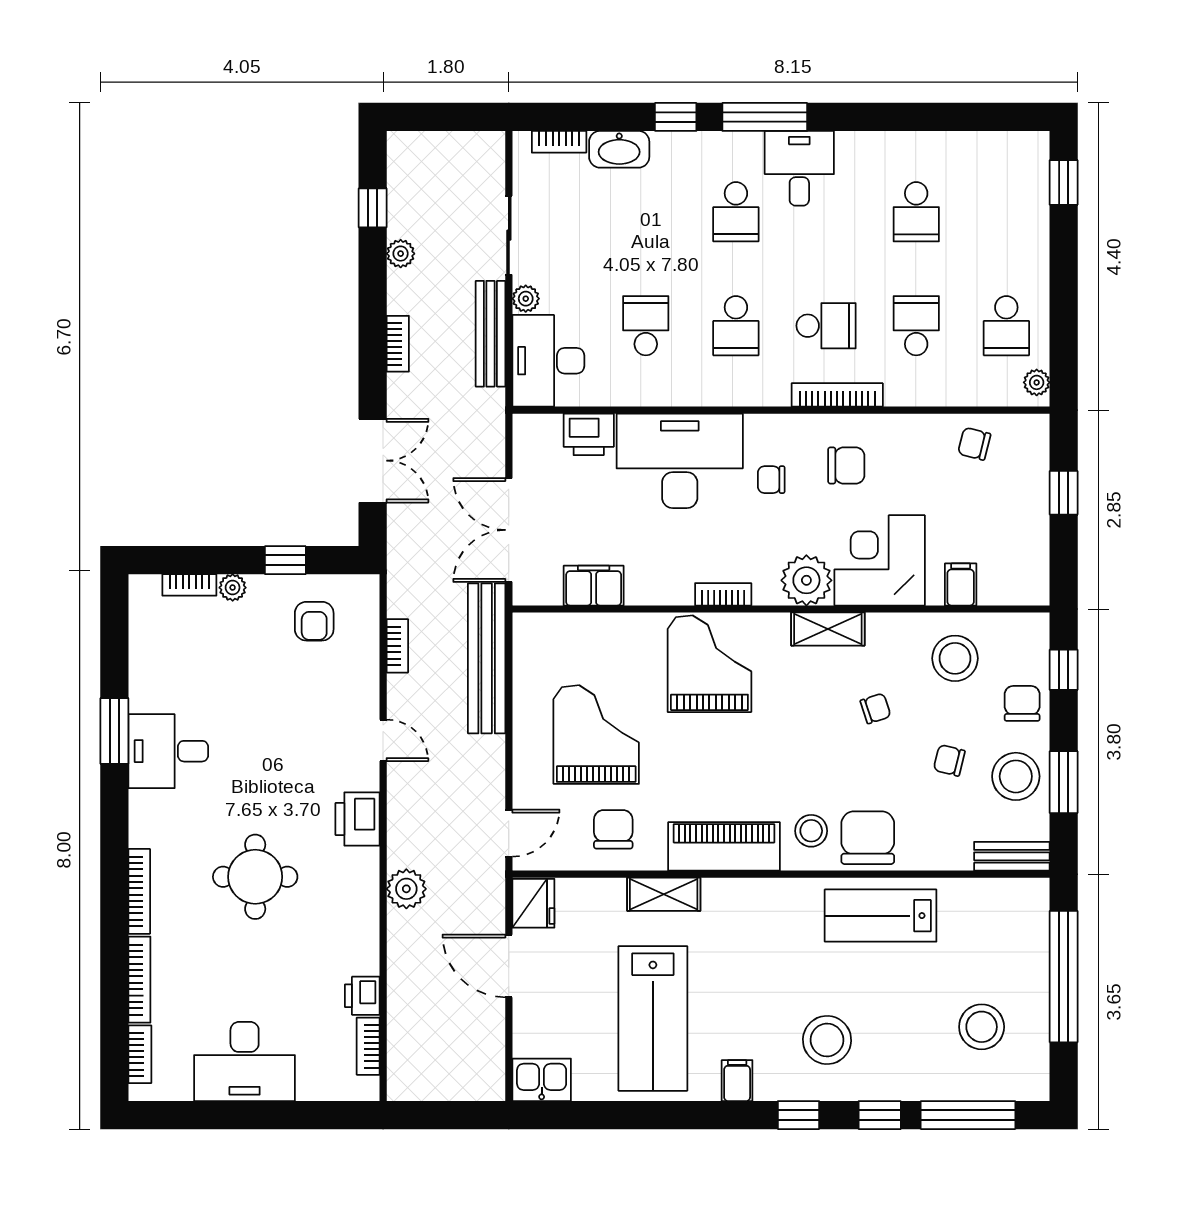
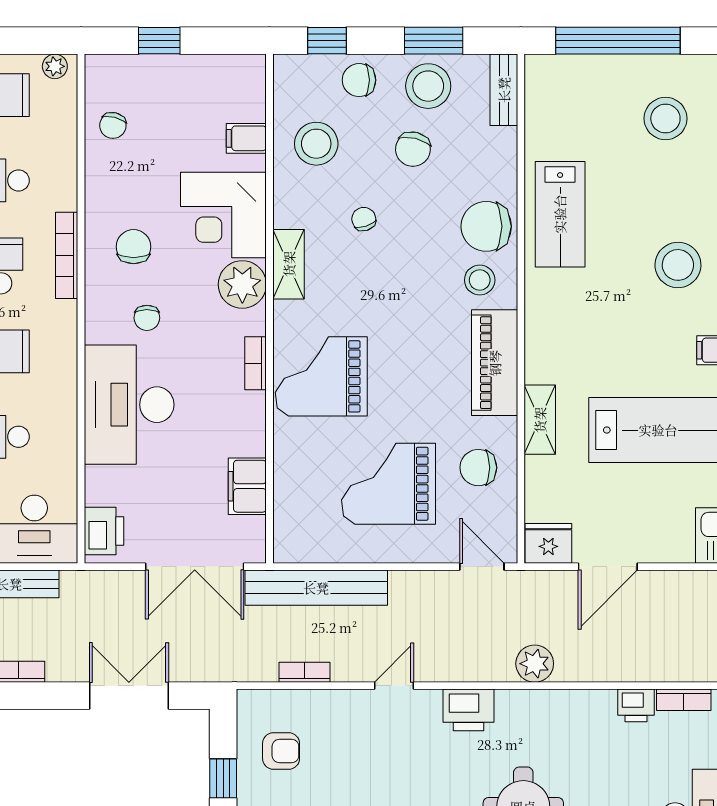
printer: (589, 434) -> (104, 531), moved
chair: (949, 760) -> (413, 149), width x1.37, depth x1.37

